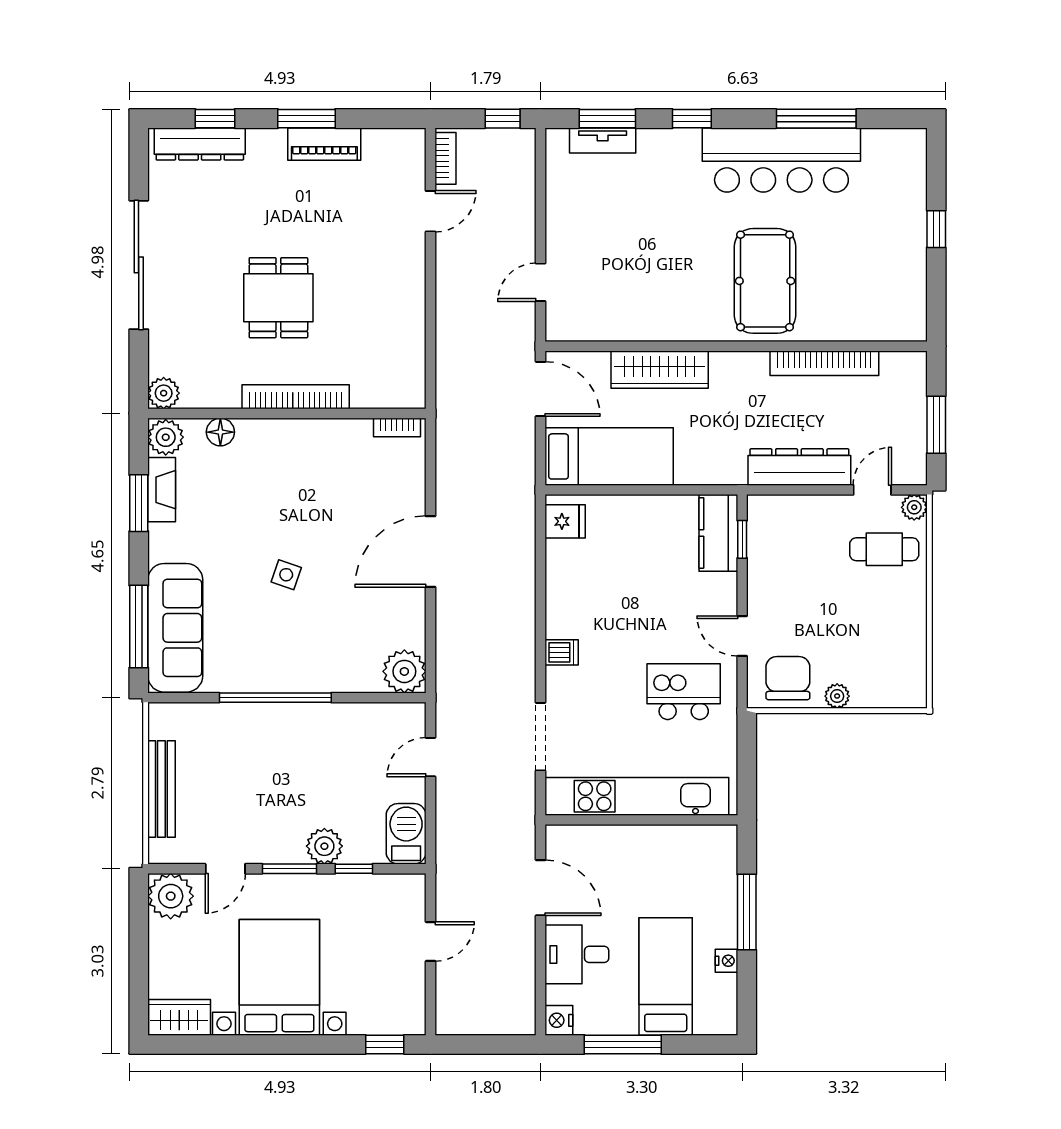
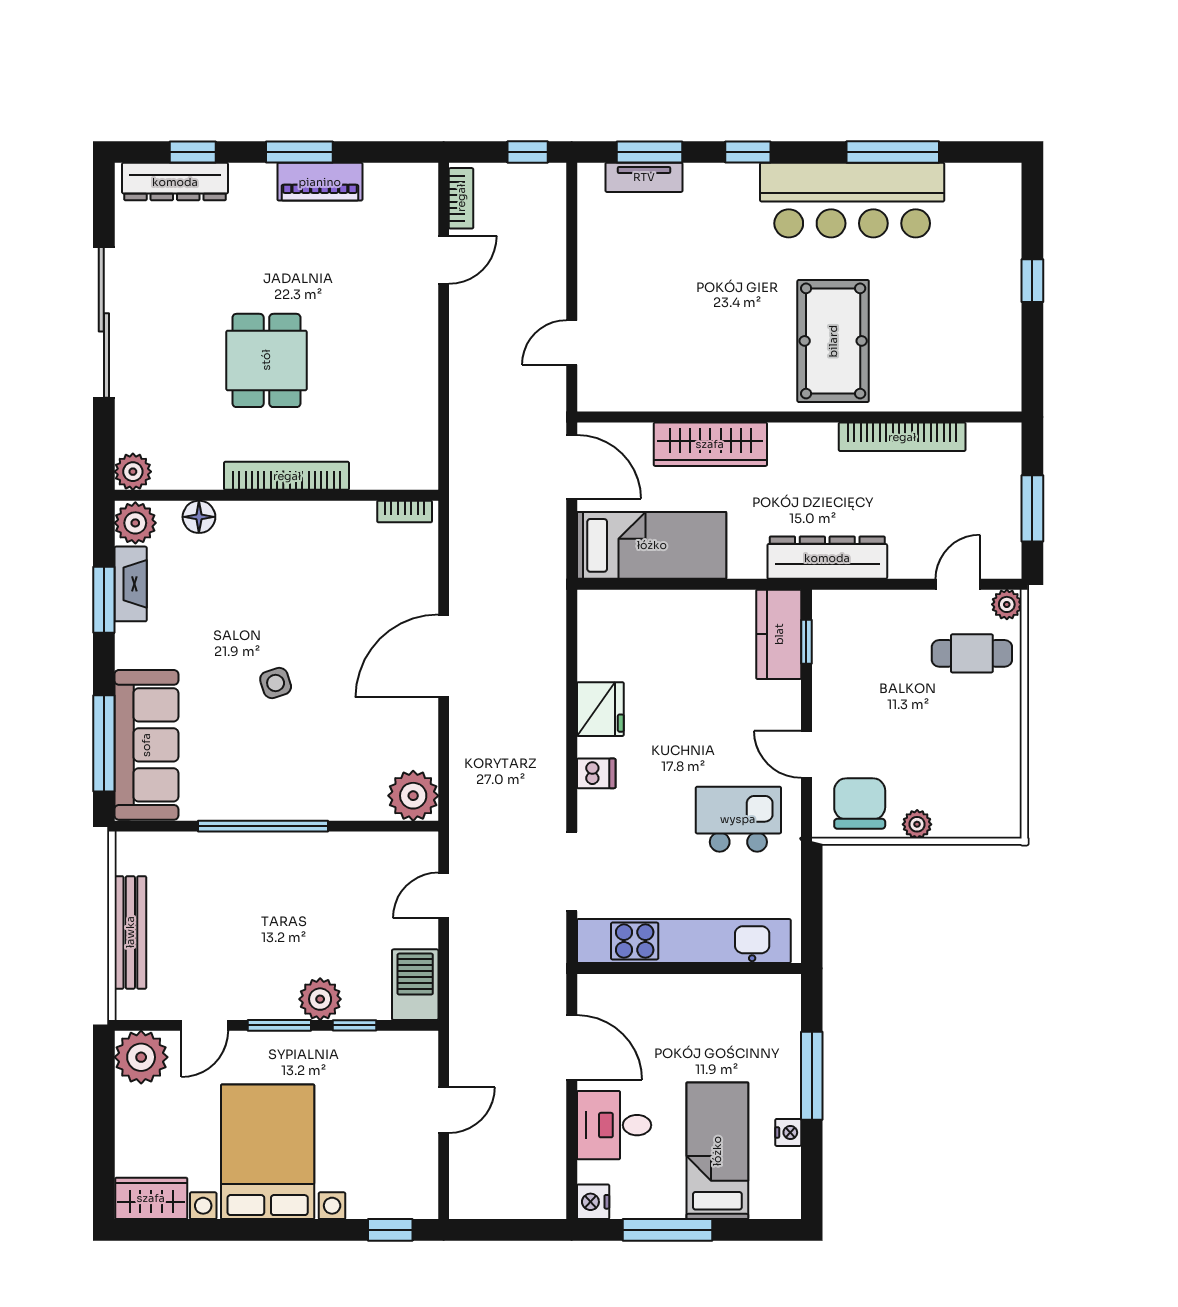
dresser: (799, 467) -> (827, 558), moved
fridge: (565, 521) -> (600, 709), moved, width x1.38
side table: (286, 575) -> (276, 683), turned -37

